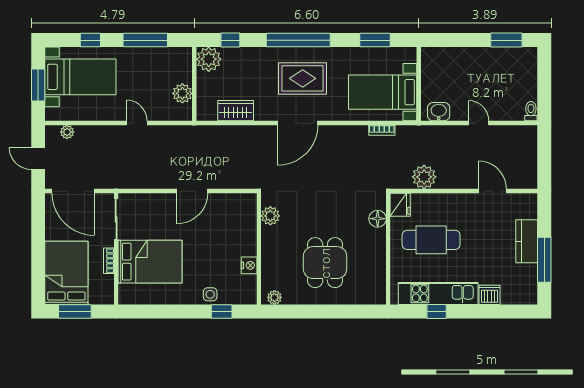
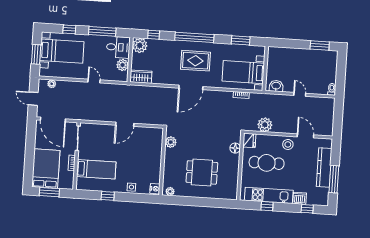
desk: (173, 64) -> (118, 47), added
wardrobe: (236, 111) -> (141, 77), moved
stool: (464, 207) -> (288, 144), added
kitchen counter: (527, 241) -> (324, 167), width x1.50
bed: (150, 262) -> (96, 169), width x0.67
dining table: (325, 263) -> (202, 172), turned 90
nightstand: (249, 265) -> (155, 189), moved
window: (222, 311) -> (108, 196), moved
window: (503, 311) -> (307, 209), added

